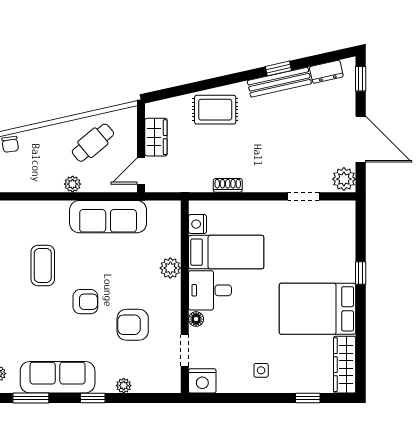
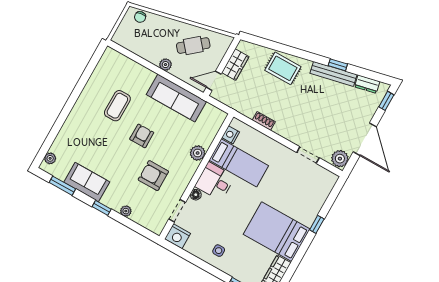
armchair: (85, 302) -> (142, 136), moved, turned -90
sofa: (58, 377) -> (87, 182), width x0.73

